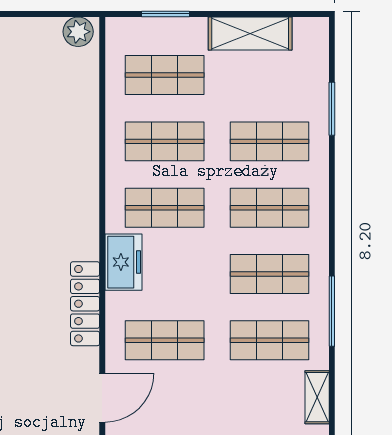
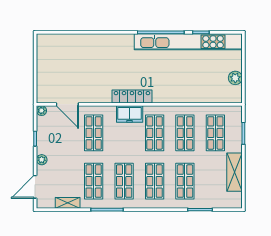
plant: (78, 32) -> (235, 78), moved
locker: (85, 304) -> (132, 96), moved

